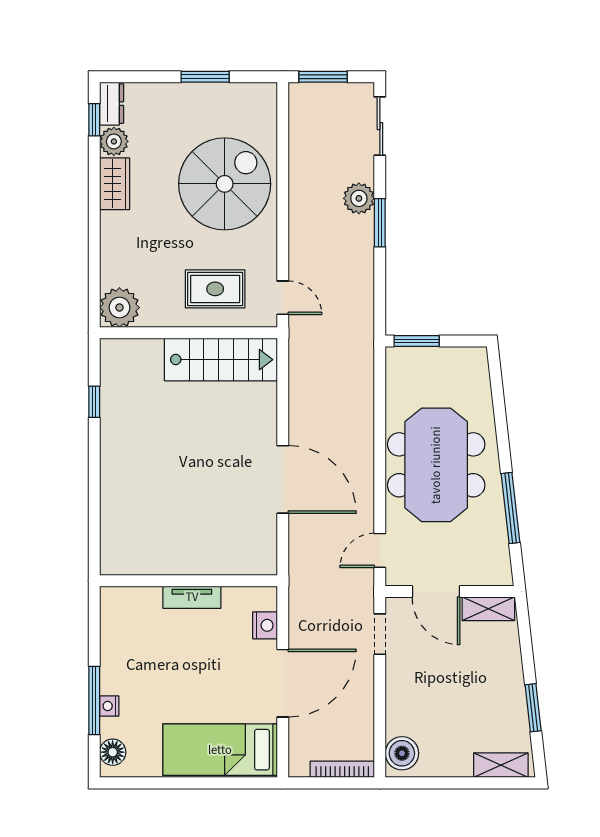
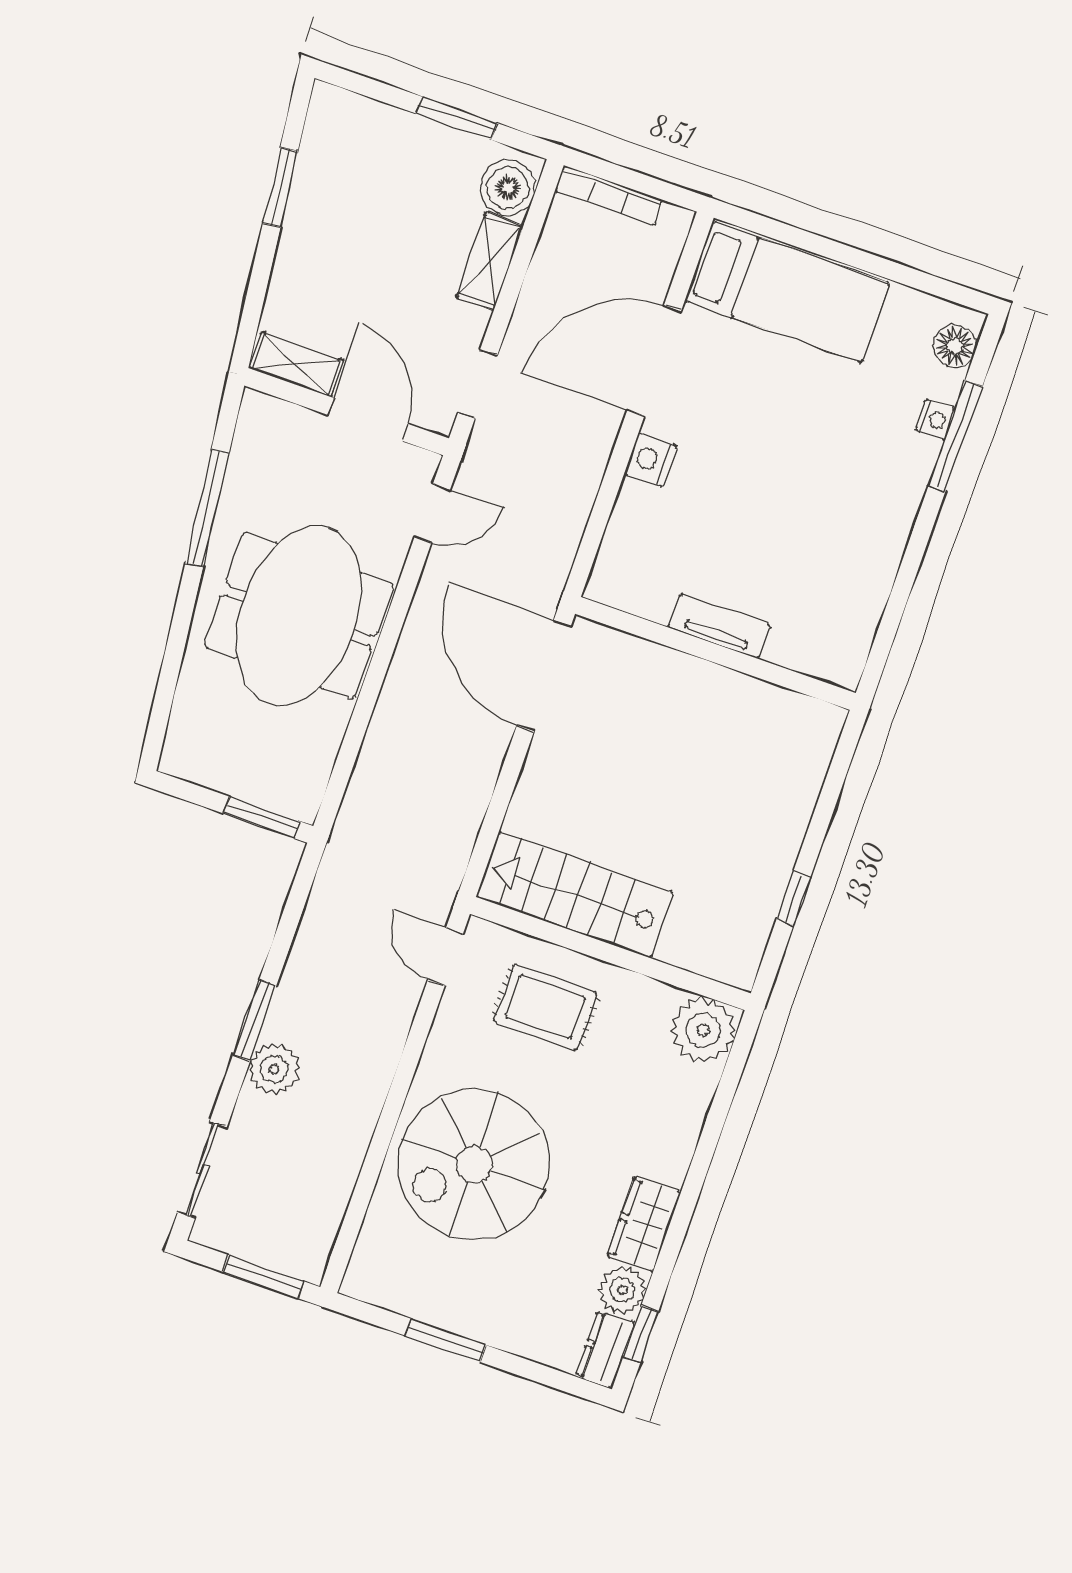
wall: (189, 581) -> (715, 653), moved
tv unit: (192, 597) -> (719, 626), moved
shelving: (501, 765) -> (490, 261), moved, turned 90
window: (445, 783) -> (457, 118), added

